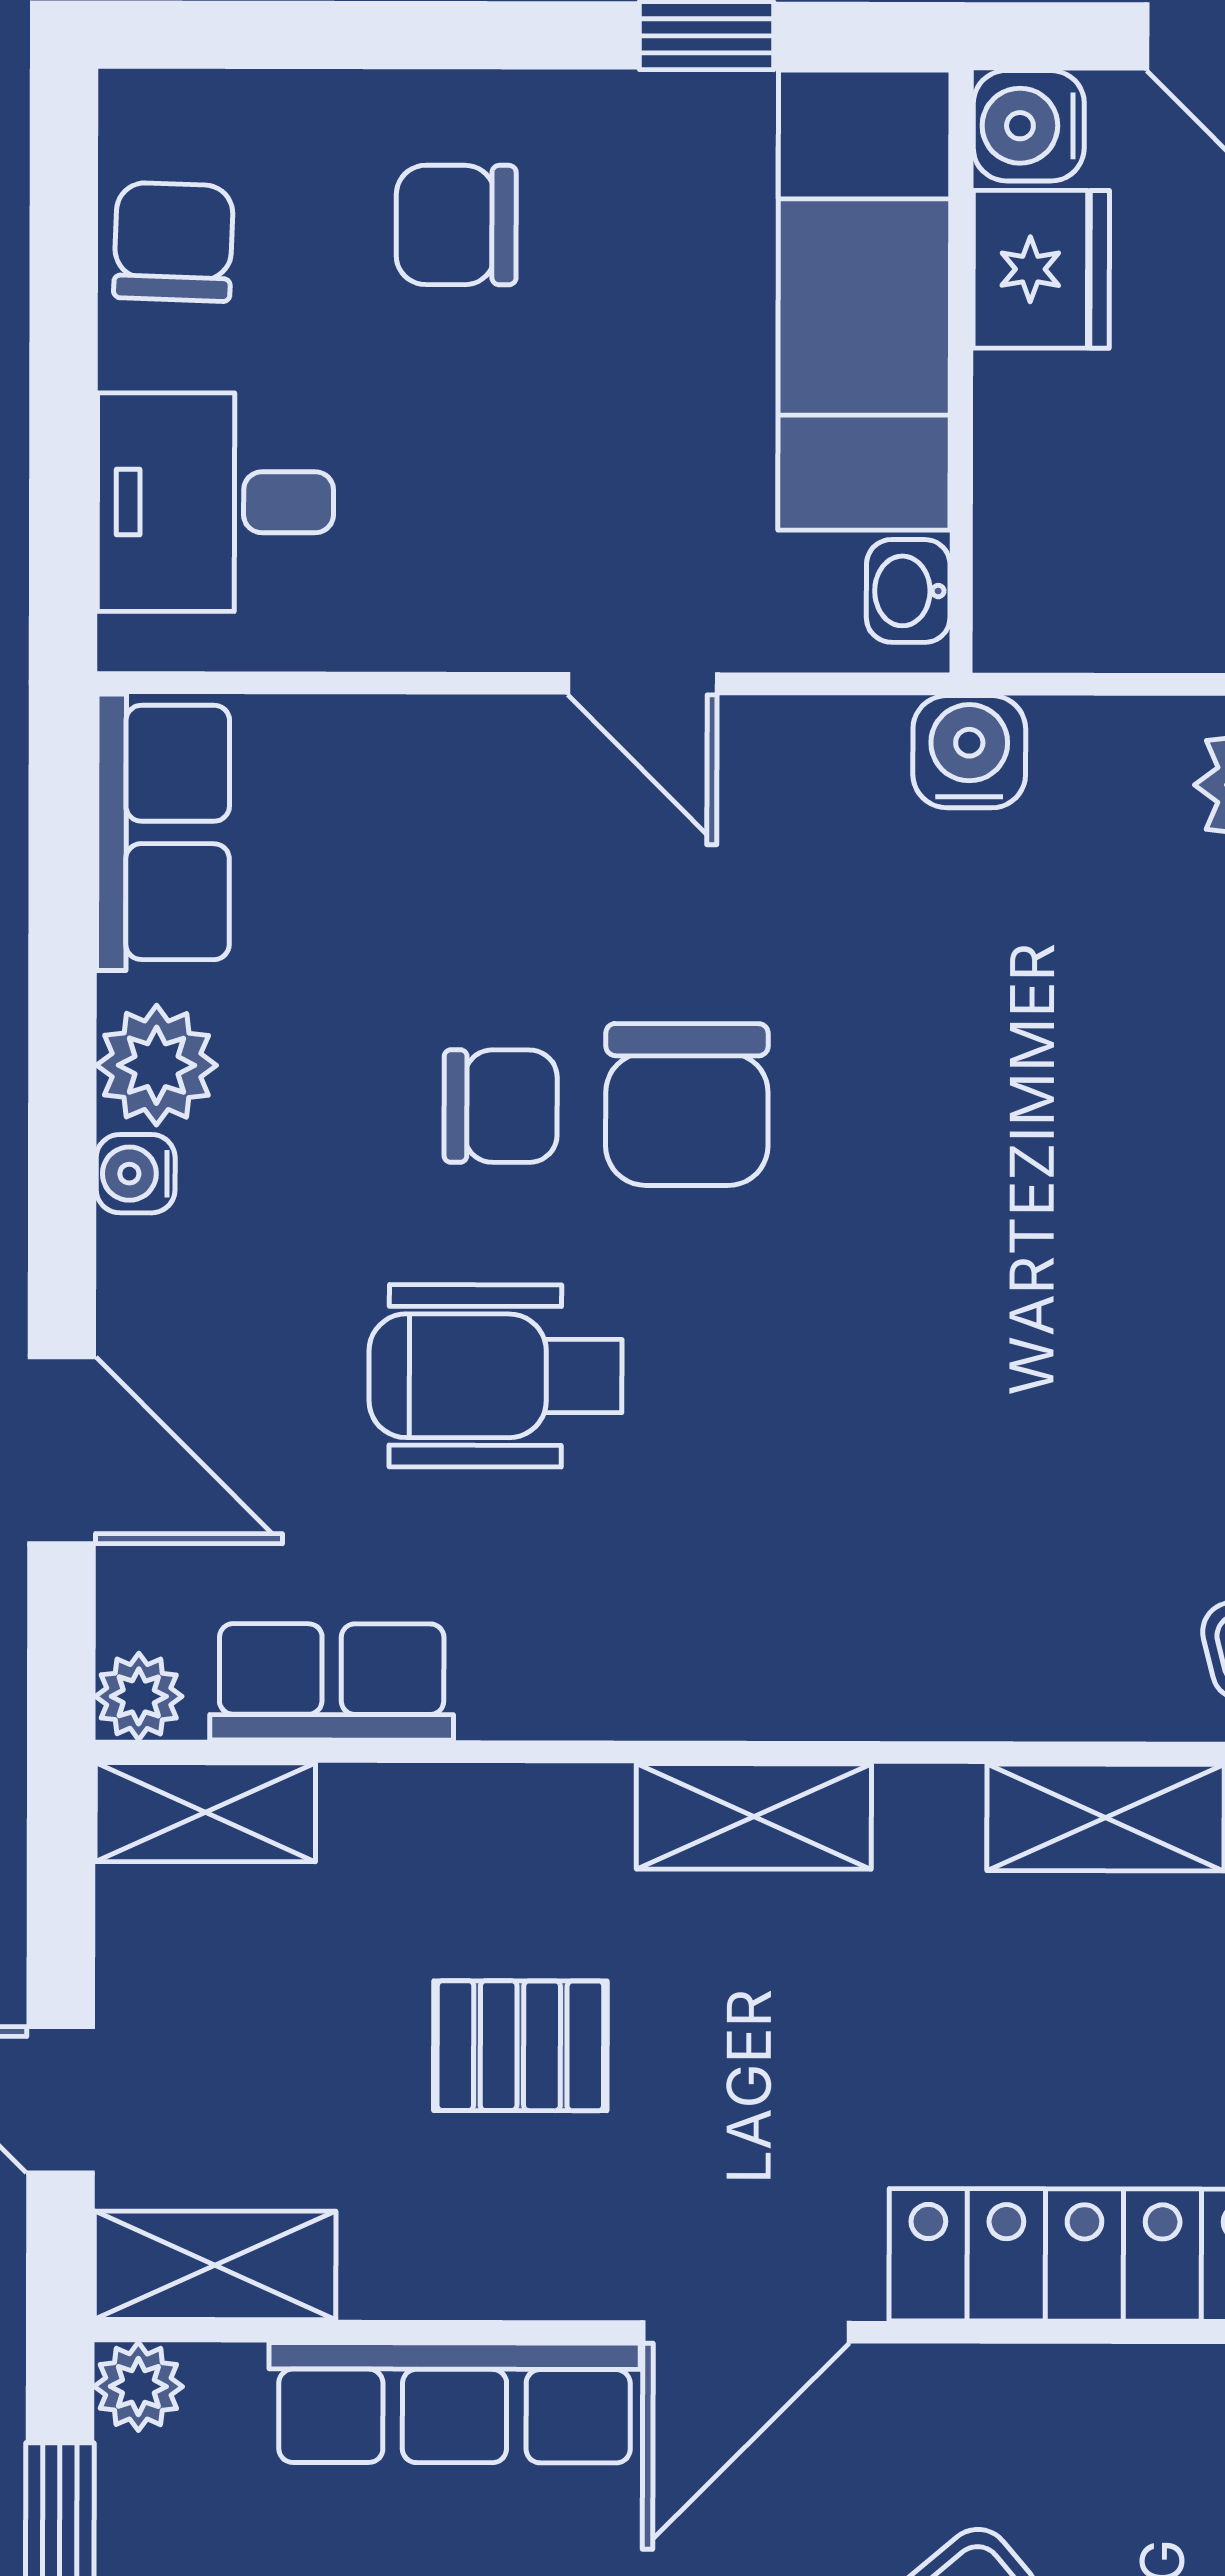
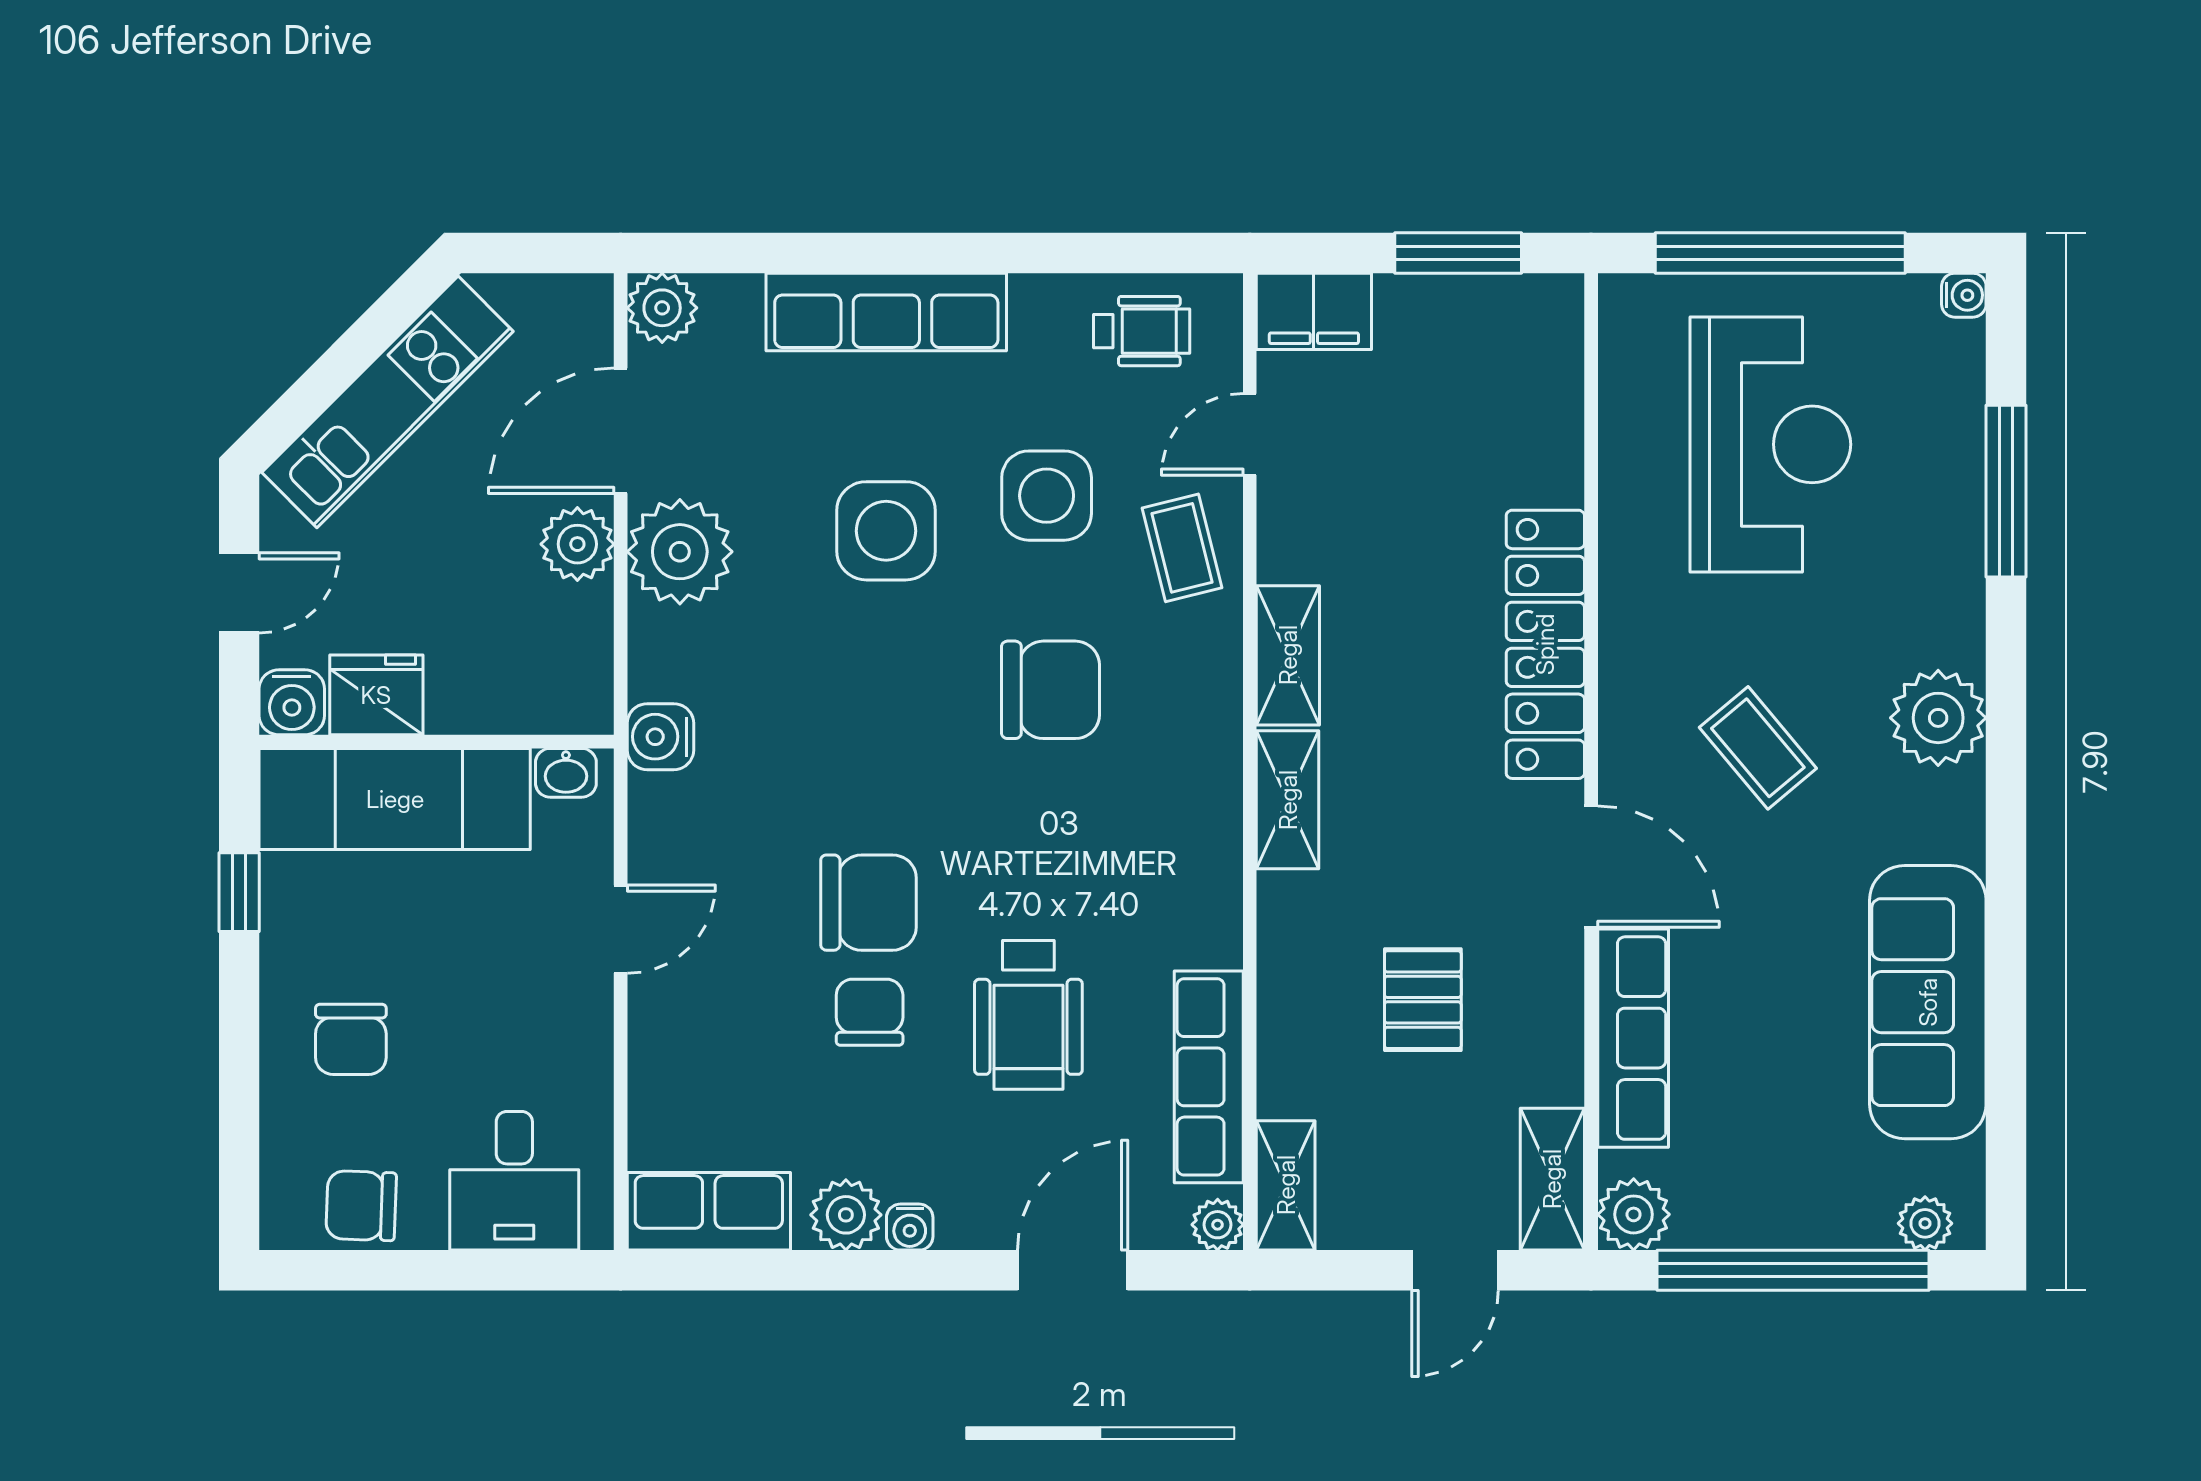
chair: (1048, 1414) -> (1050, 690), added
row of seats: (332, 1682) -> (1209, 1077), width x1.48
shelving: (754, 1816) -> (1288, 800), moved
plant: (138, 2386) -> (1634, 1214), width x1.38, depth x1.38

